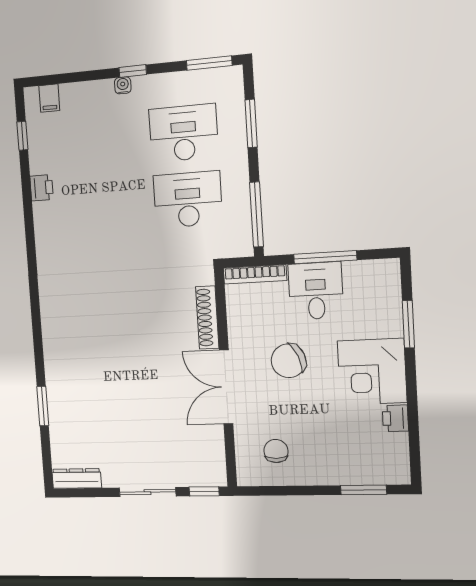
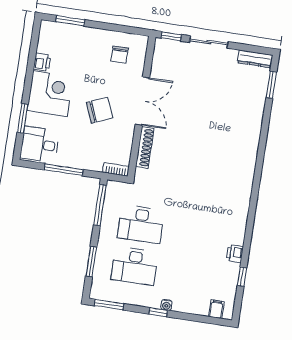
window: (22, 136) -> (242, 277), moved
bookcase: (255, 274) -> (116, 169), width x0.64
desk: (316, 291) -> (40, 144), moved, turned 90
window: (43, 406) -> (271, 85), moved

